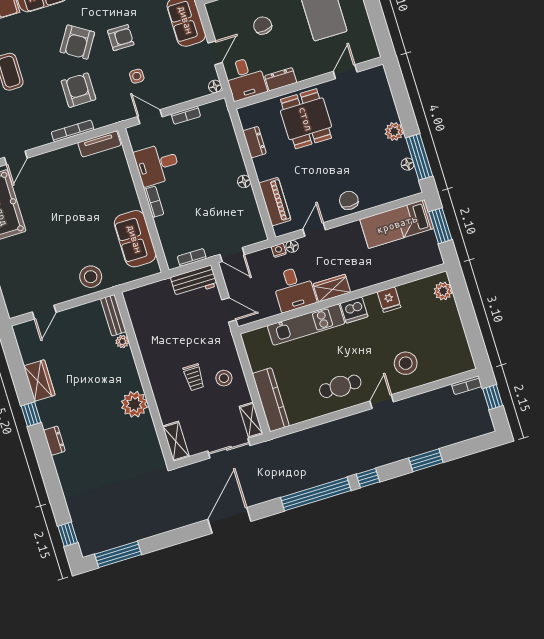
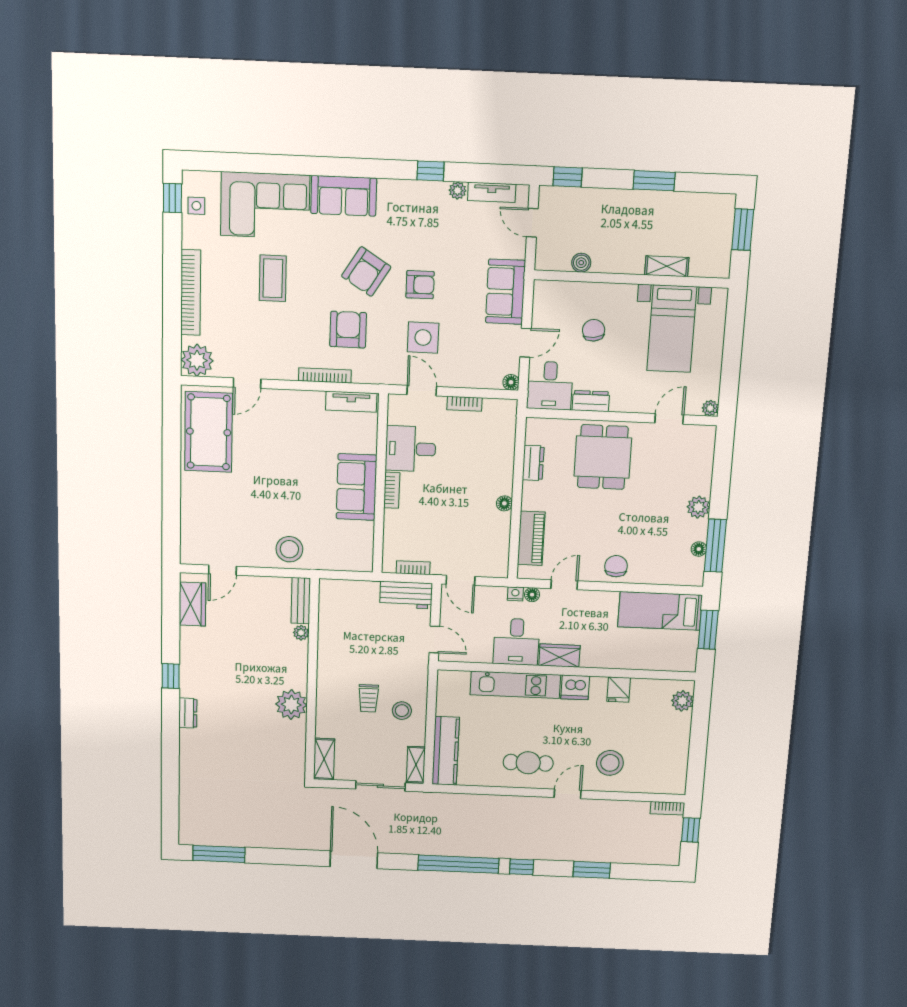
plant: (373, 53) -> (710, 408), added
side table: (137, 76) -> (423, 338), width x1.87, depth x1.87
sofa: (135, 239) -> (357, 487), moved
wardrobe: (39, 380) -> (192, 604), moved
door: (229, 520) -> (354, 860), hinge flipped
window: (68, 534) -> (170, 815), removed

